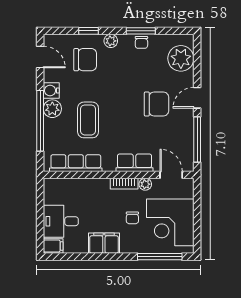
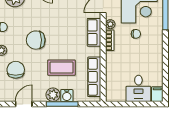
door: (40, 57) -> (24, 104), moved
water cooler: (51, 91) -> (67, 96), moved
chair: (157, 104) -> (36, 40), moved, turned -91
window: (40, 121) -> (62, 104), width x0.68
filing cabinet: (104, 243) -> (155, 55), removed

